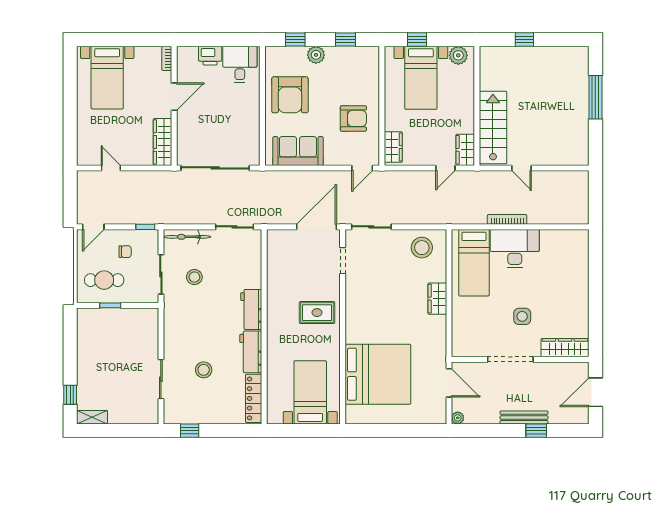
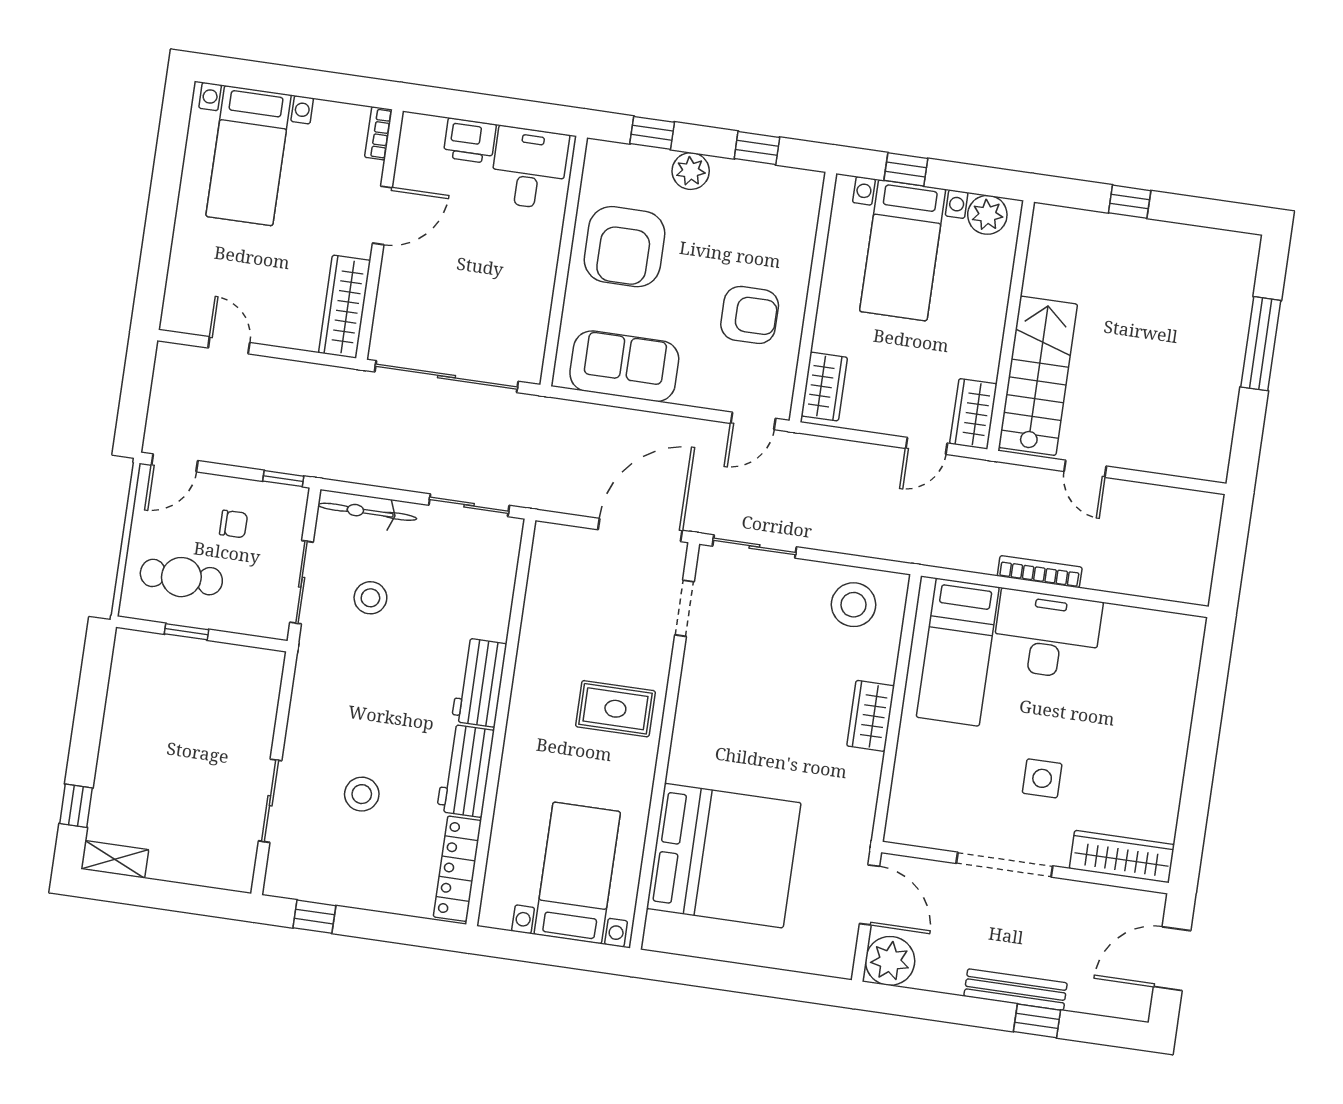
plant: (458, 418) -> (890, 961), width x1.88, depth x1.88

